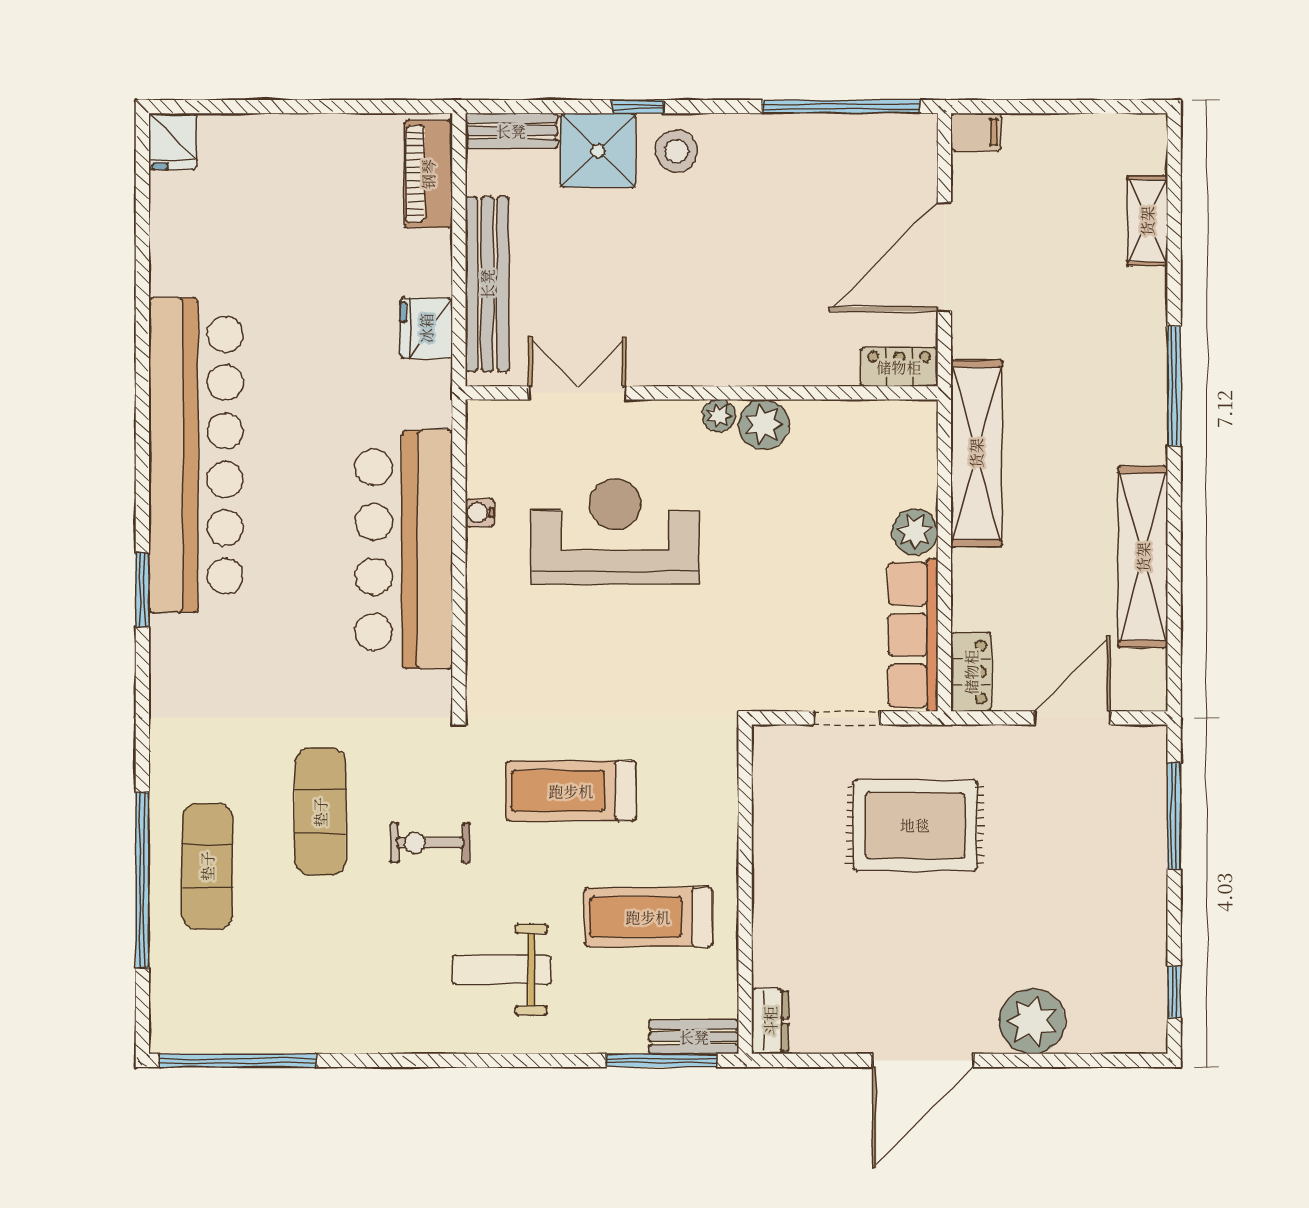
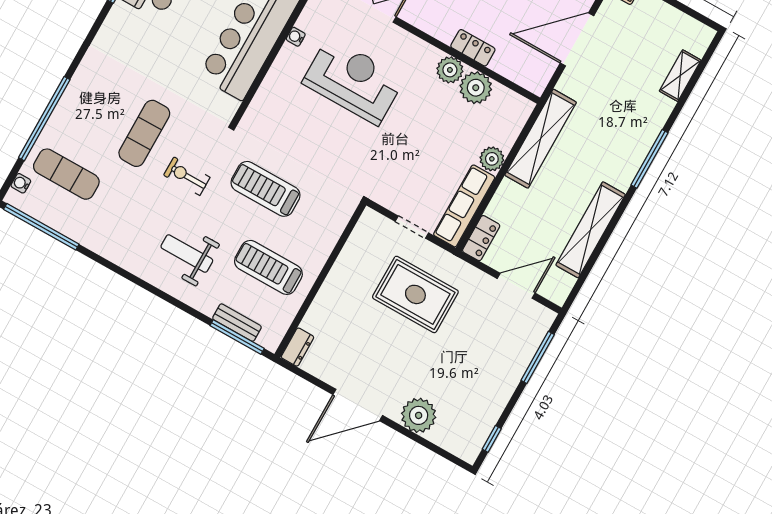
locker: (899, 367) -> (473, 48), moved
plant: (719, 416) -> (476, 88), moved, width x1.87, depth x1.87
exercise mat: (207, 866) -> (66, 174), moved, turned 90
water cooler: (164, 1008) -> (21, 183), added
bench: (694, 1037) -> (237, 323), moved

